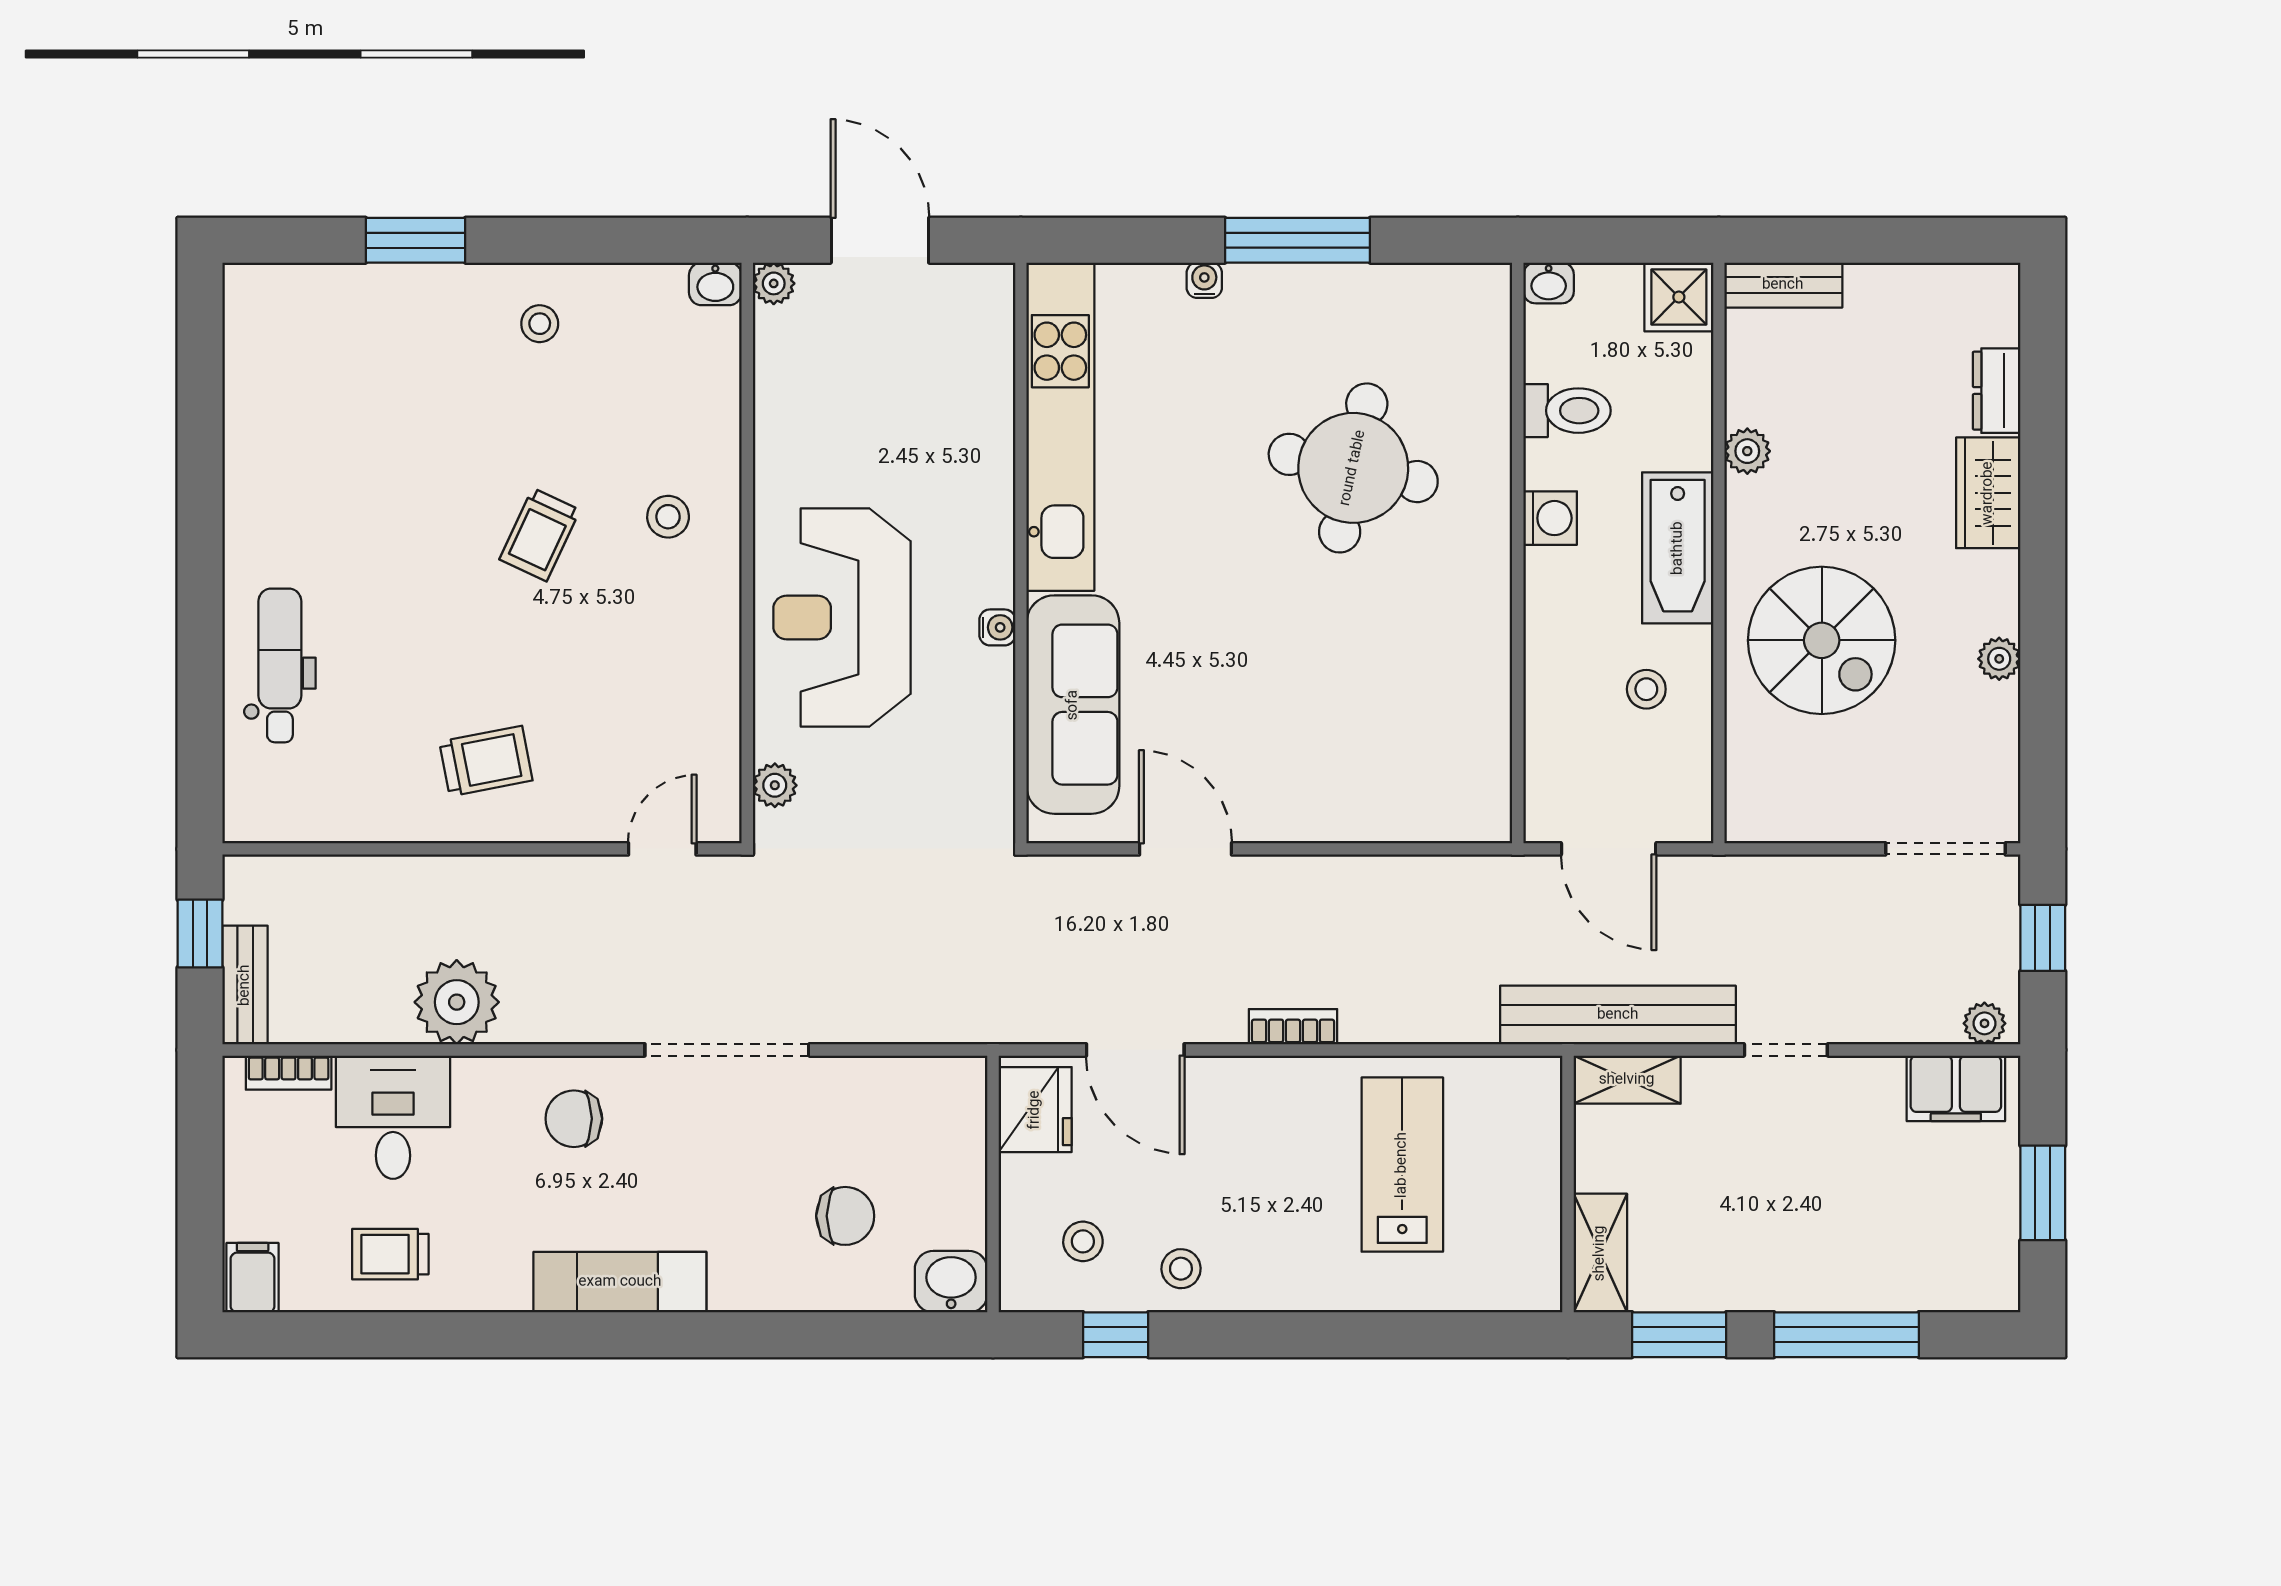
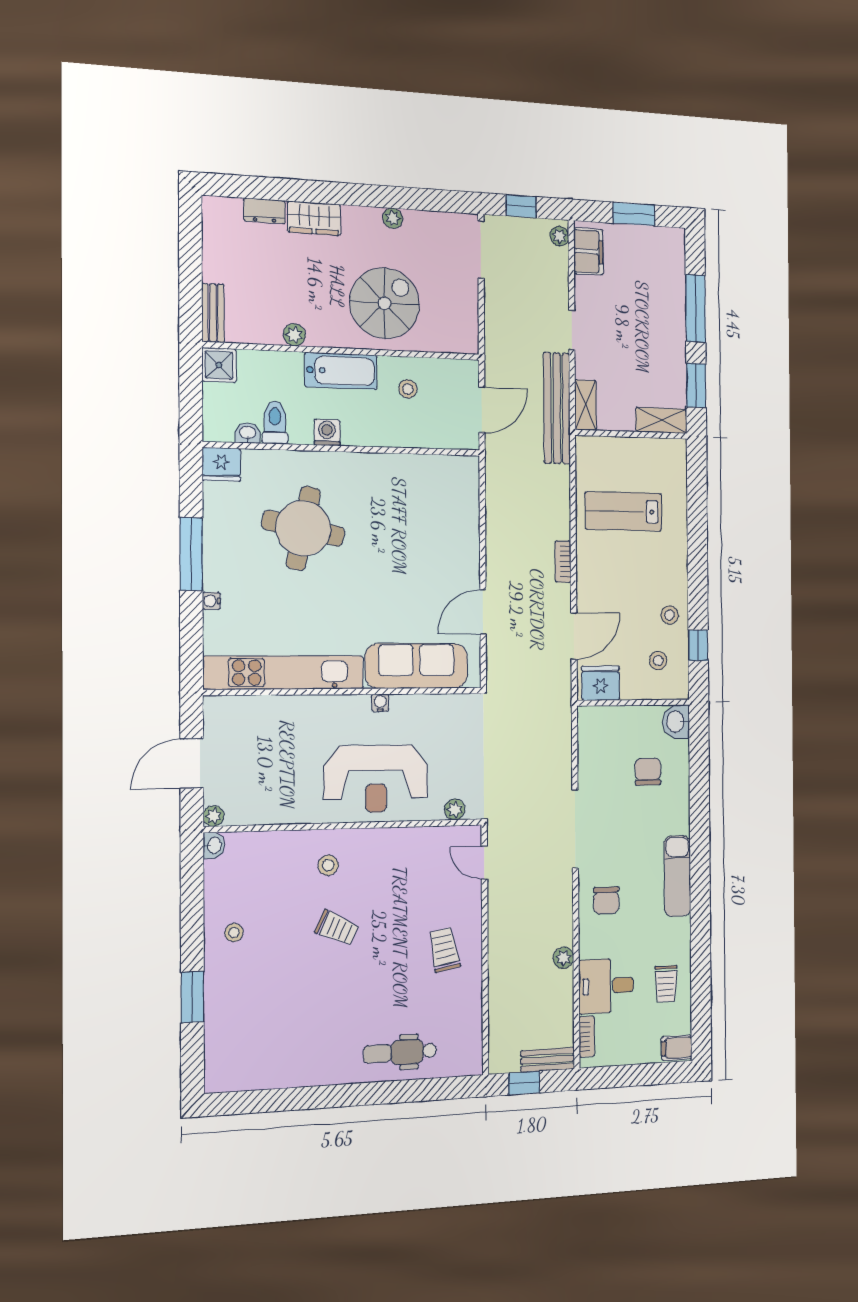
washbasin: (1549, 283) -> (247, 433), moved, turned -90
fridge: (1479, 301) -> (221, 464), added
plant: (457, 1002) -> (563, 958), width x0.53, depth x0.53

